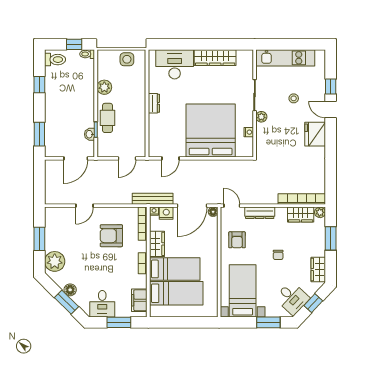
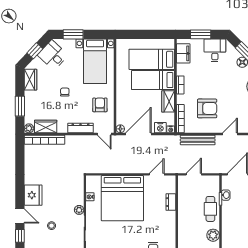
dresser: (154, 103) -> (171, 202), moved
bench: (153, 199) -> (198, 140), moved

